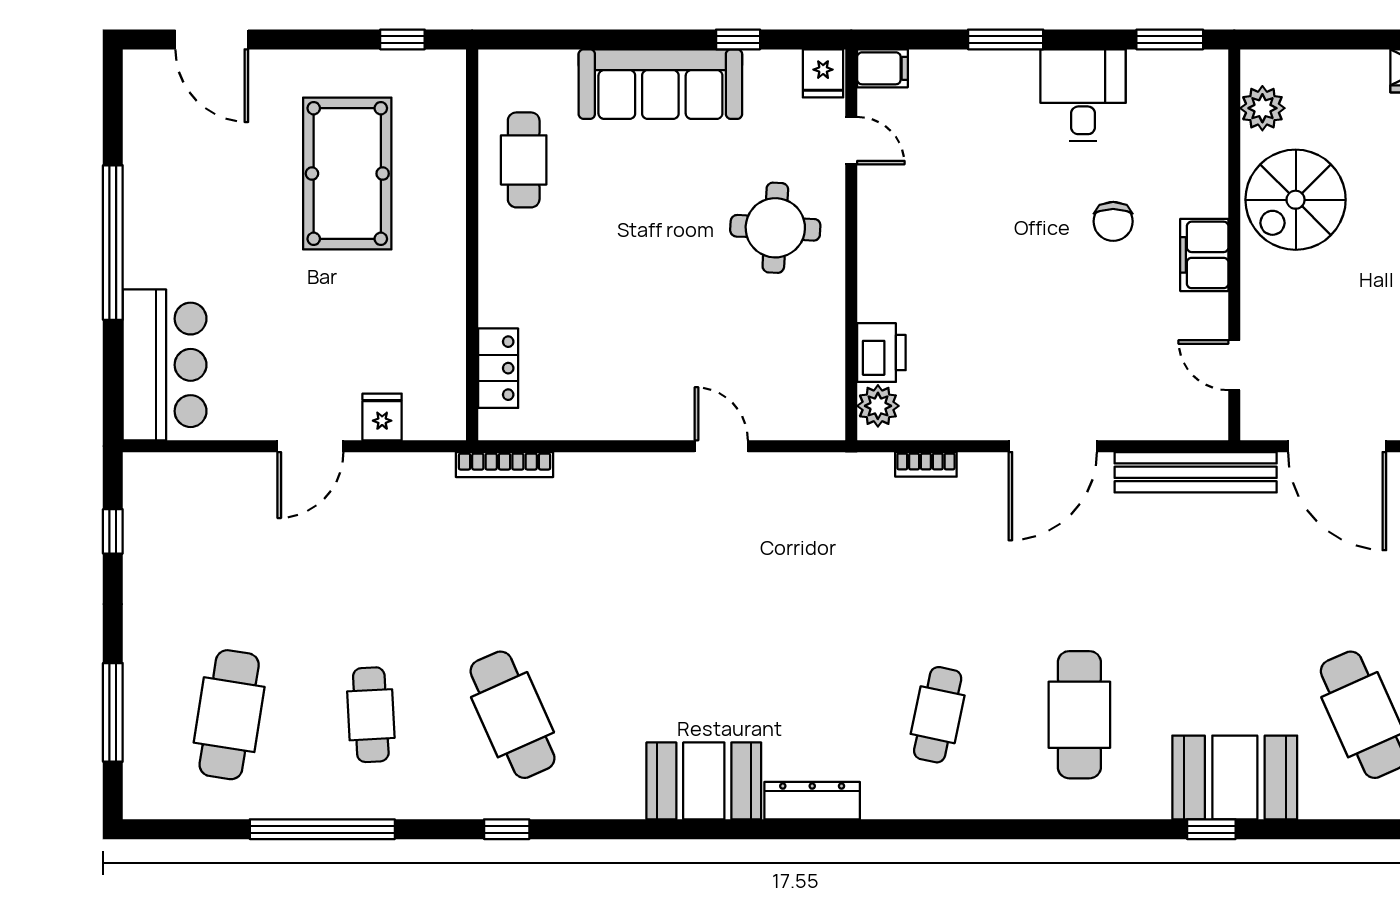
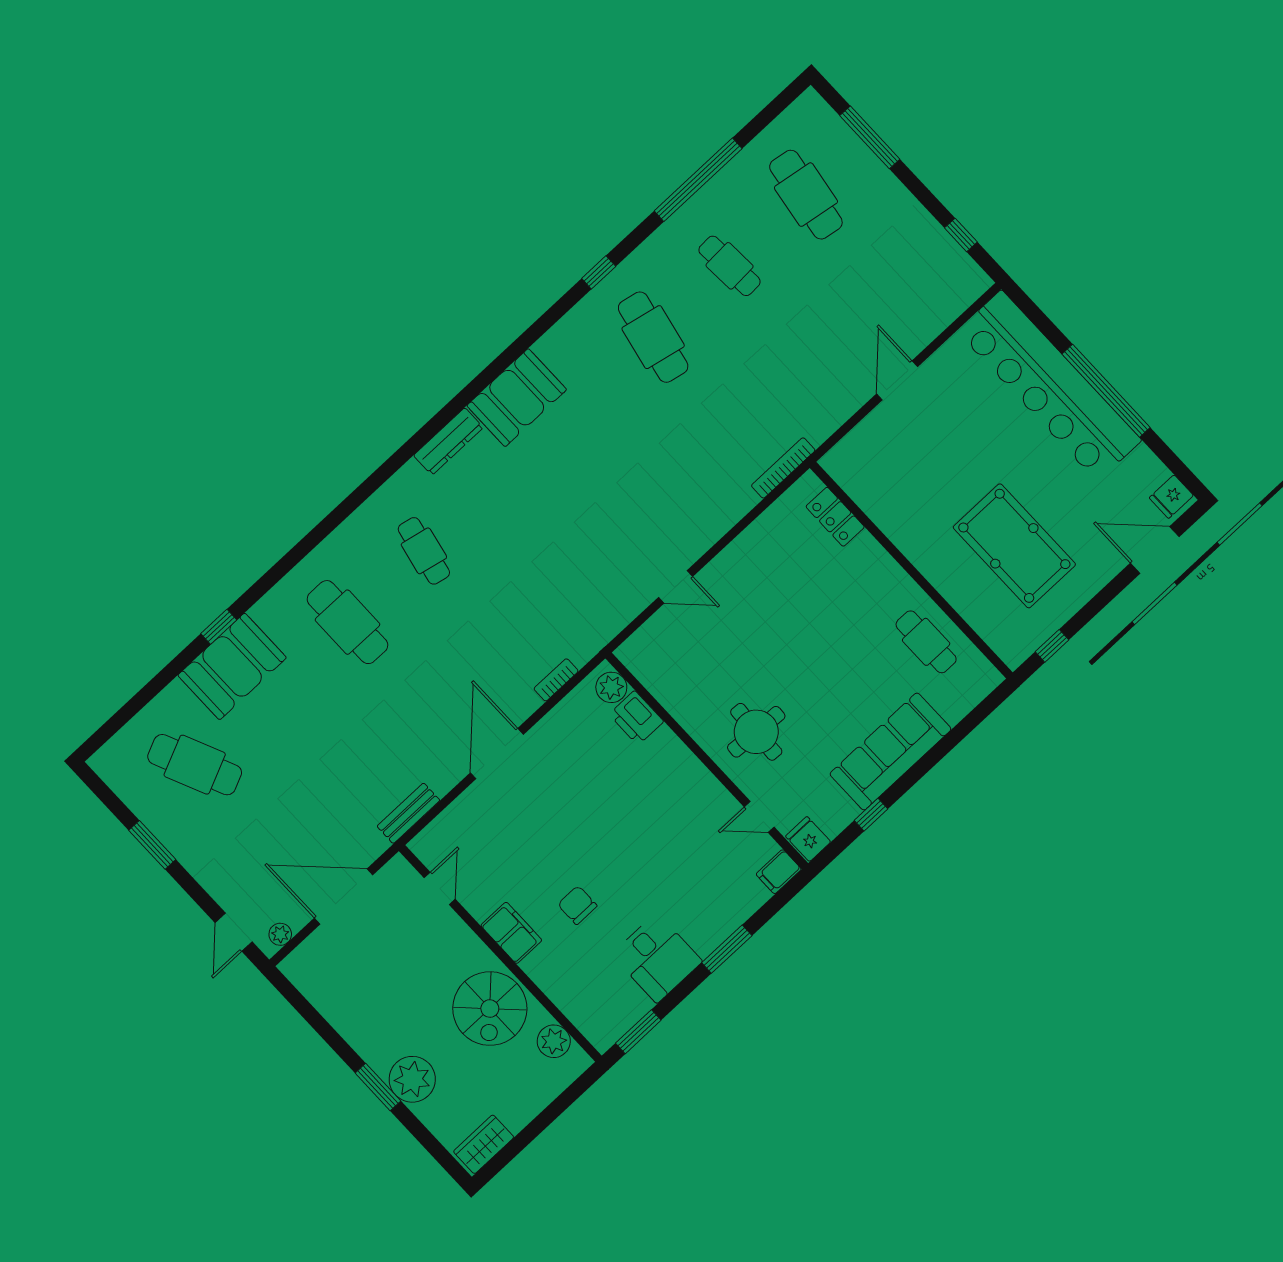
spiral stairs: (1296, 200) -> (490, 1009), turned 180
bar counter: (165, 365) -> (1049, 386), width x1.86
door: (1234, 365) -> (440, 888), hinge flipped
fridge: (382, 417) -> (1171, 497), moved, turned 90
bench: (1196, 472) -> (408, 813), width x0.54, depth x0.82
cafe table: (513, 715) -> (653, 337), turned 36

